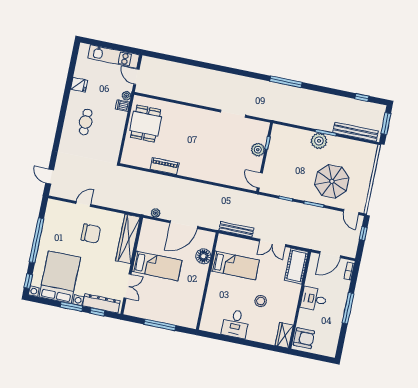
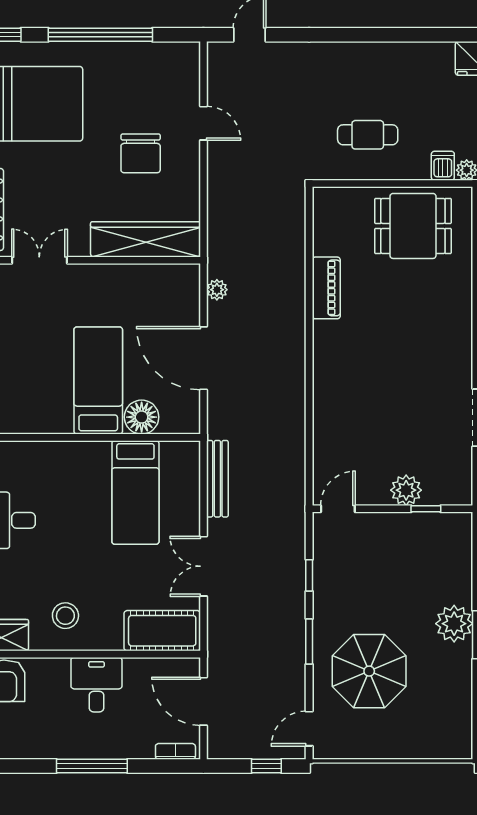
cafe table: (86, 122) -> (368, 135), moved
bed: (157, 266) -> (98, 381), moved, turned 180
double door: (128, 286) -> (39, 260), swing flipped
stool: (261, 301) -> (65, 616), moved

